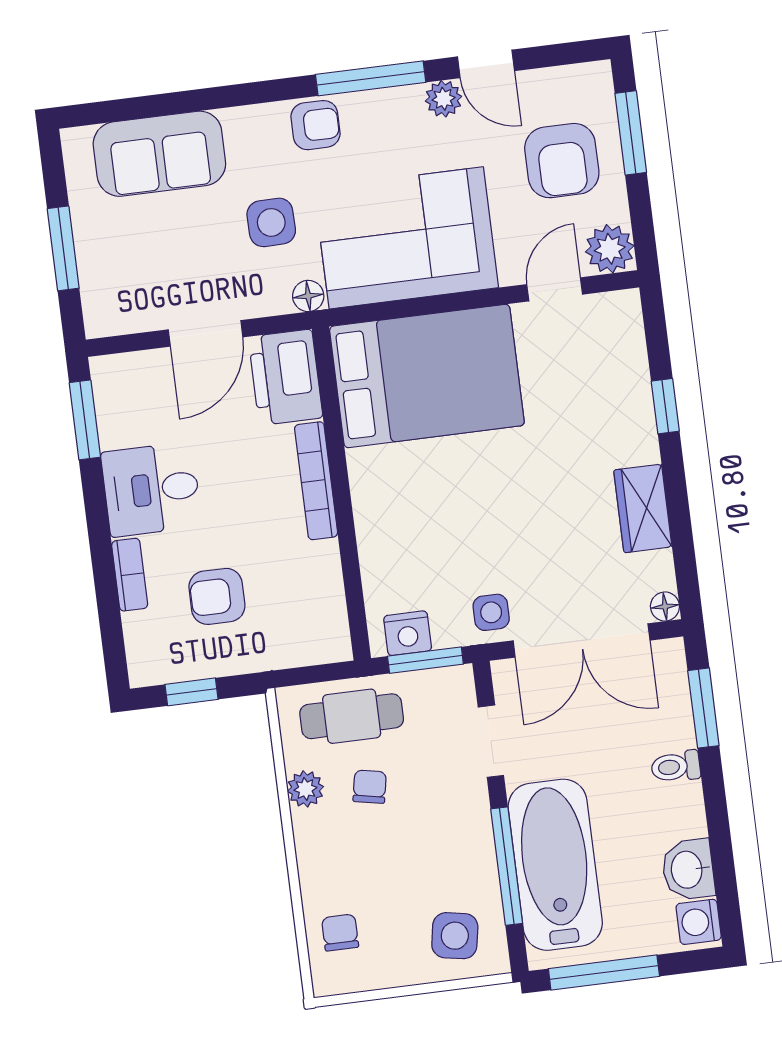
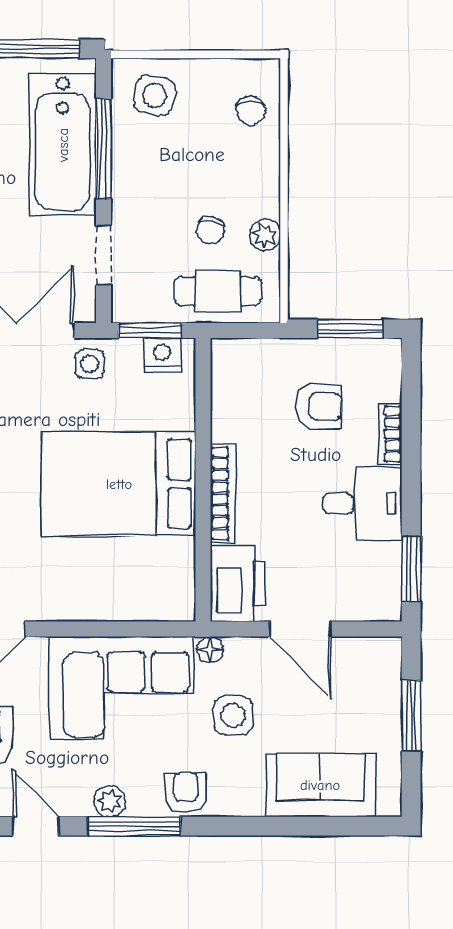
plant: (444, 99) -> (110, 801), moved
armchair: (316, 125) -> (186, 793), turned 90
door: (206, 333) -> (300, 629), swing flipped
bed: (427, 376) -> (119, 484), moved
window: (191, 692) -> (350, 329), width x1.50

